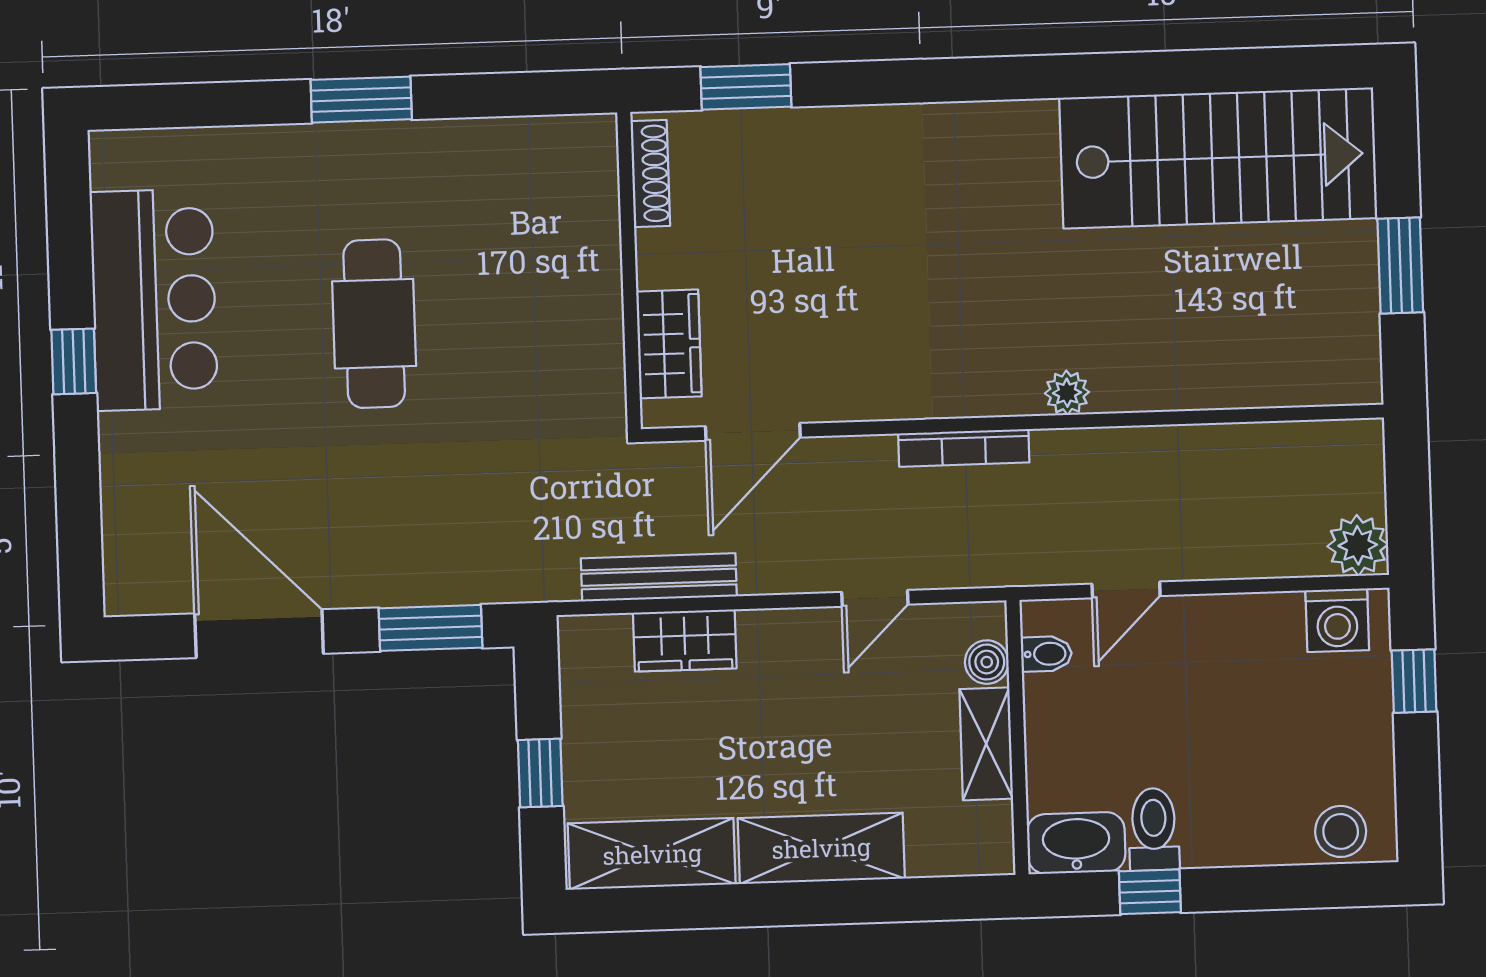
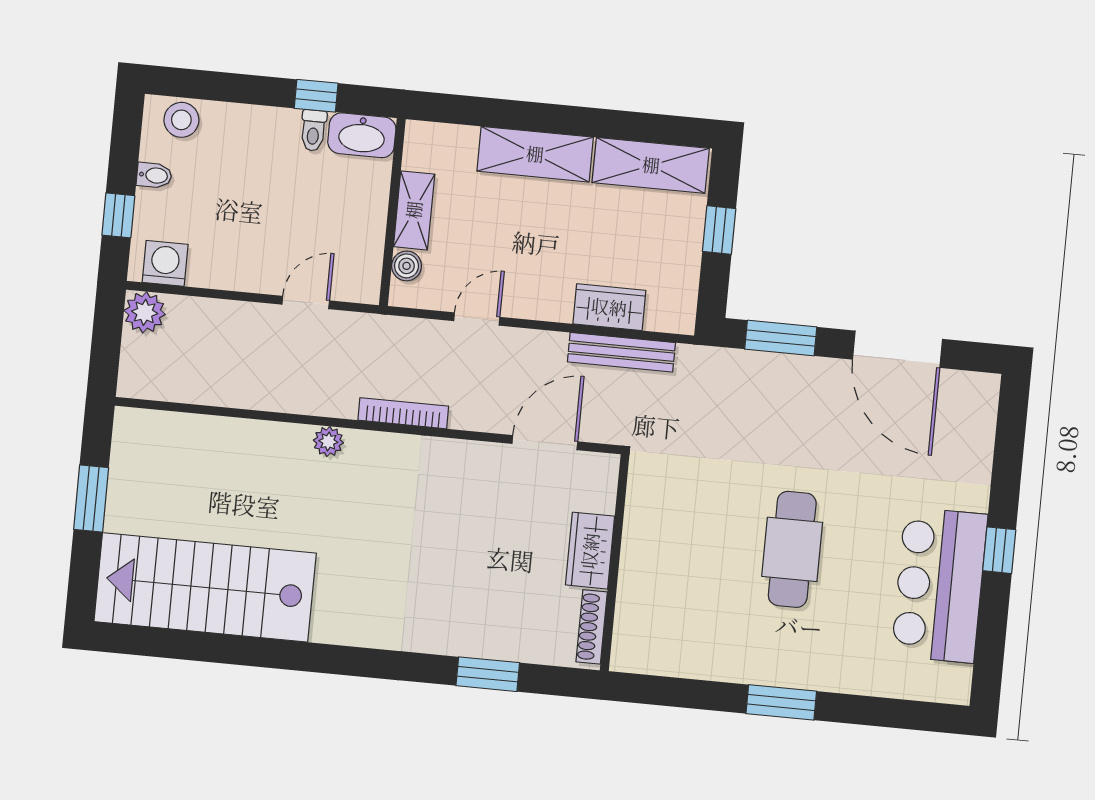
window: (746, 87) -> (488, 674), moved
wardrobe: (669, 344) -> (590, 551), moved
bidet: (1046, 654) -> (154, 175), moved, turned 180
toilet: (1154, 829) -> (313, 130), width x0.73, depth x0.72

